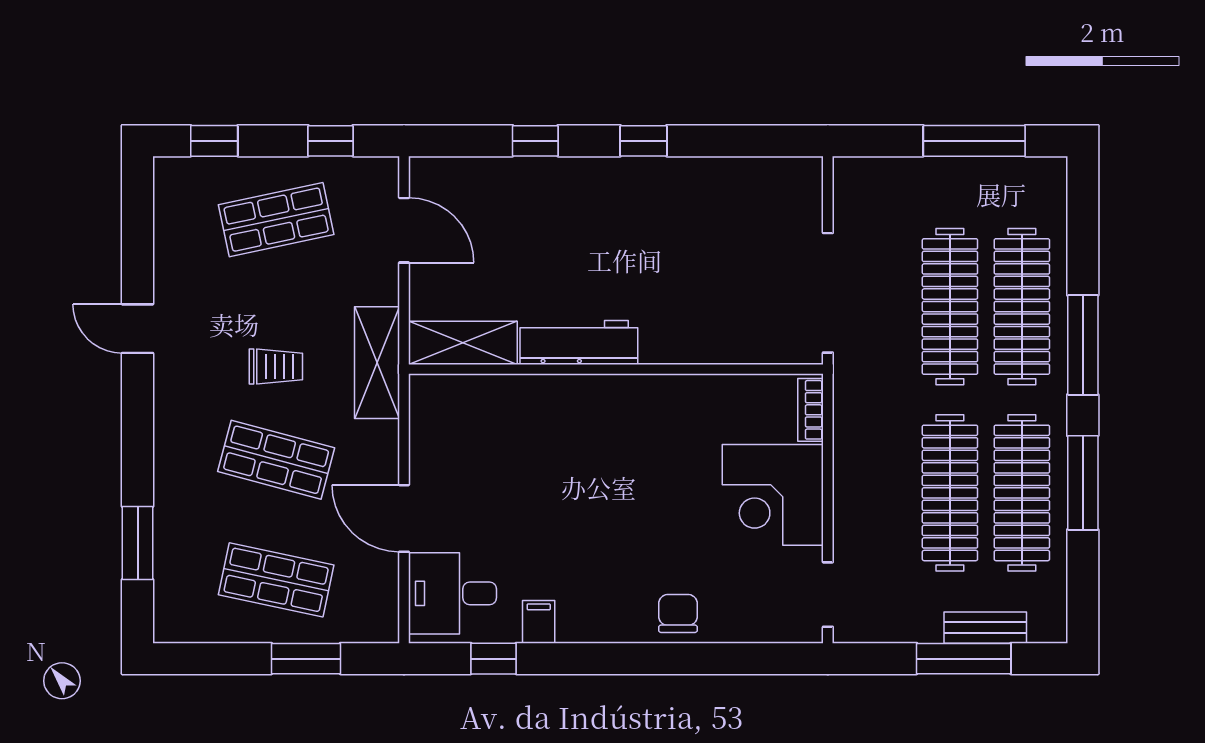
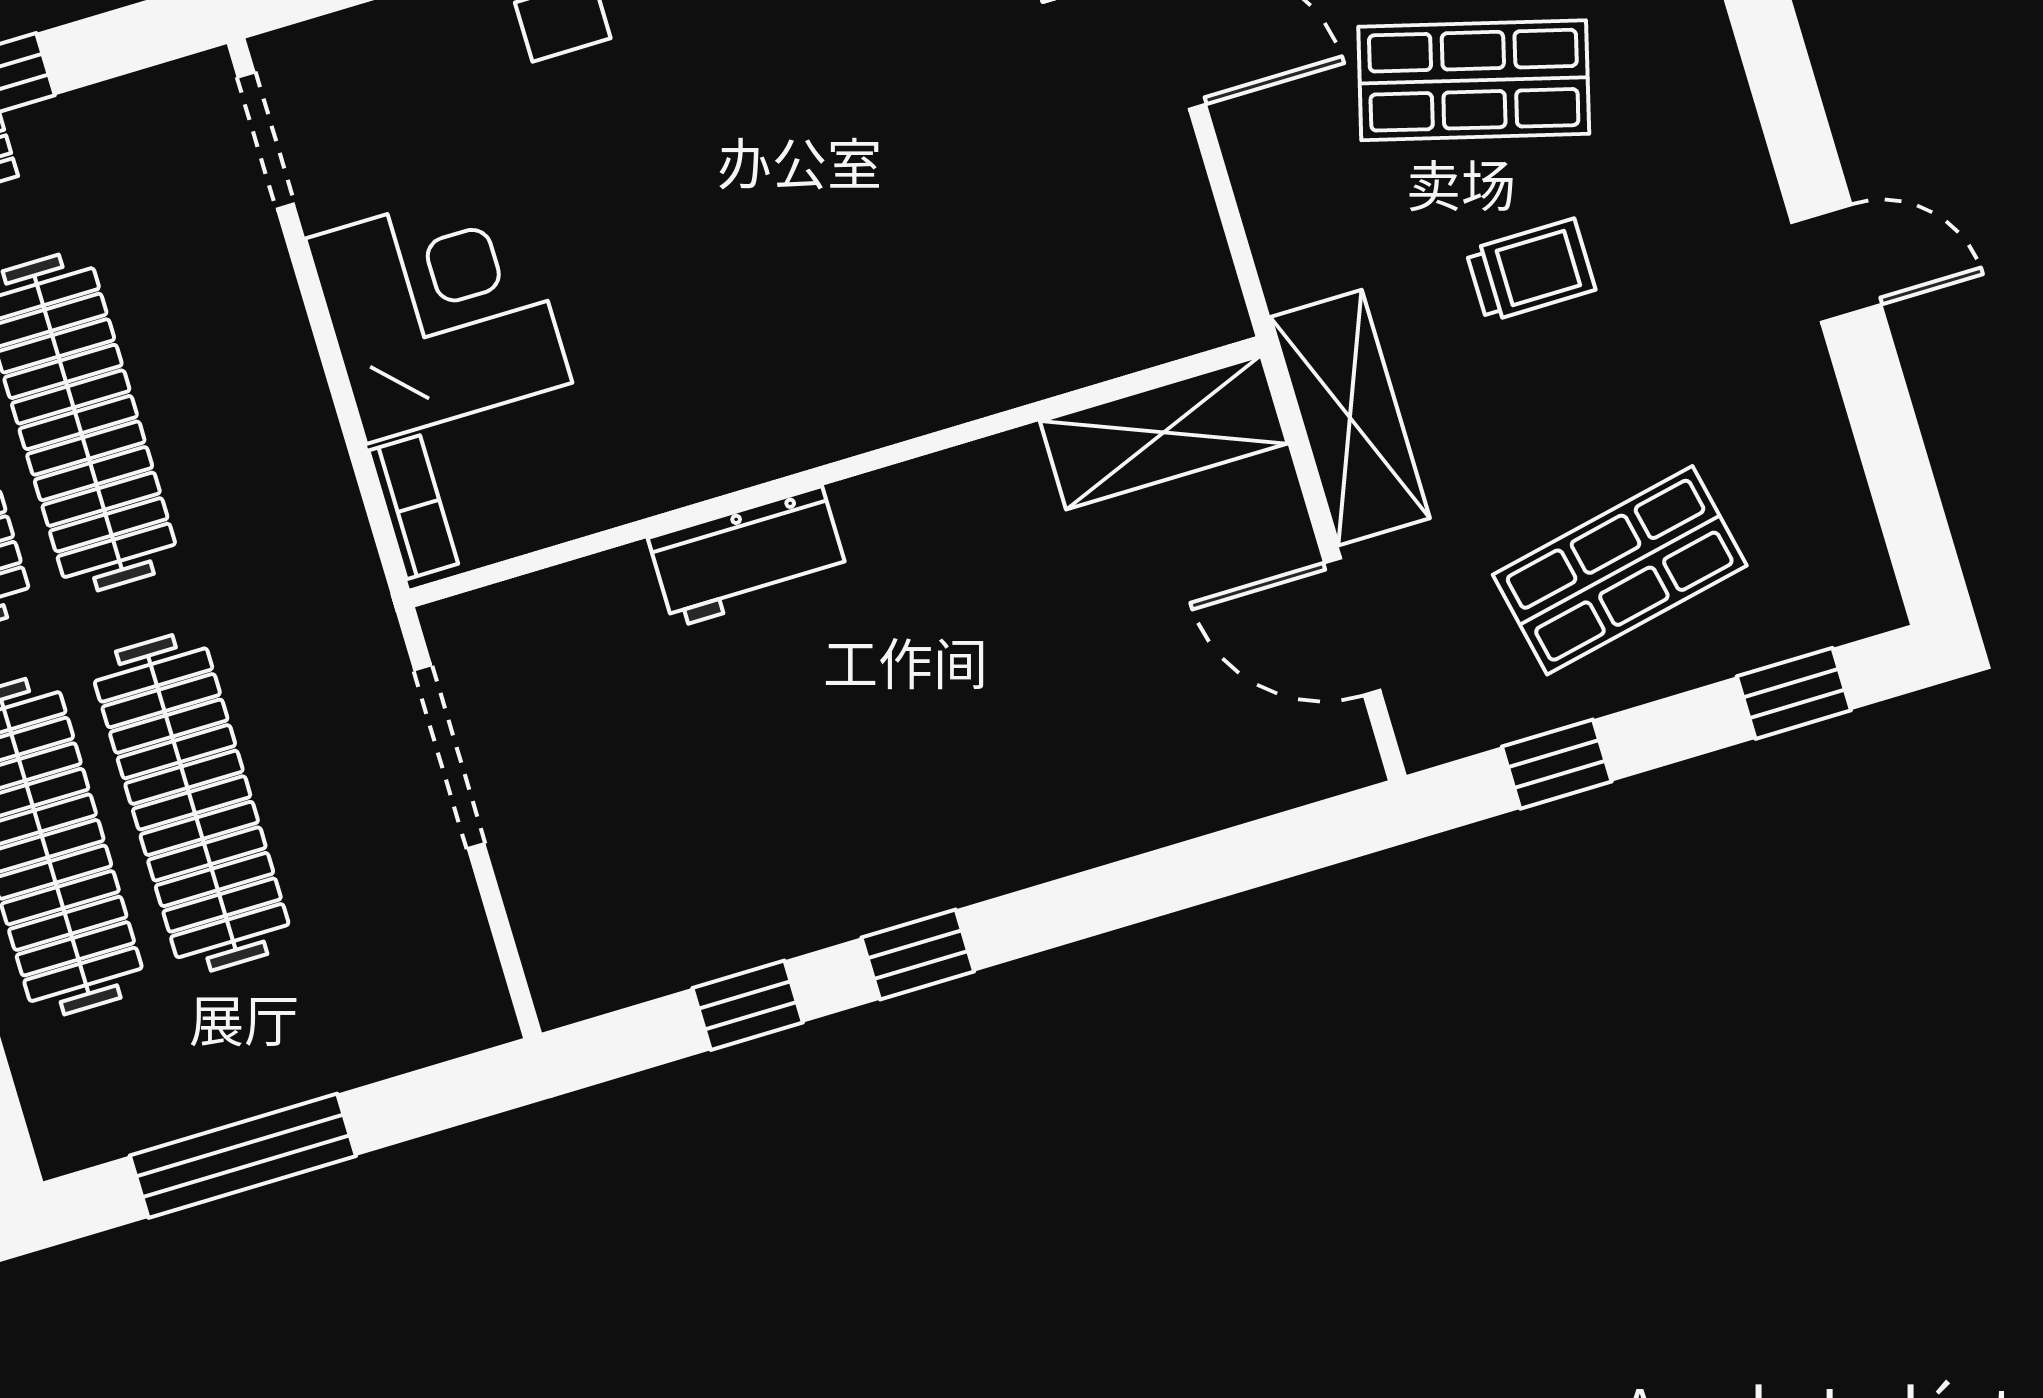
window: (535, 141) -> (748, 1005), moved
doorway: (828, 293) -> (449, 757), width x0.73
workbench: (579, 343) -> (748, 557), moved, width x0.73
shelving: (377, 363) -> (1350, 418), moved
trolley: (276, 367) -> (1531, 270), turned 180

